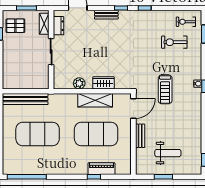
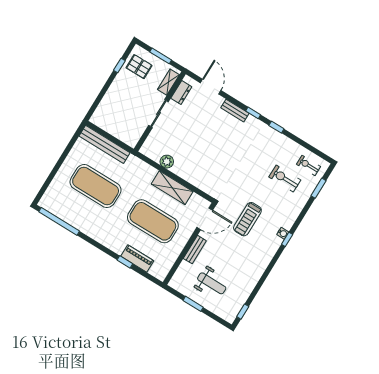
wardrobe: (103, 83) -> (191, 176), removed

